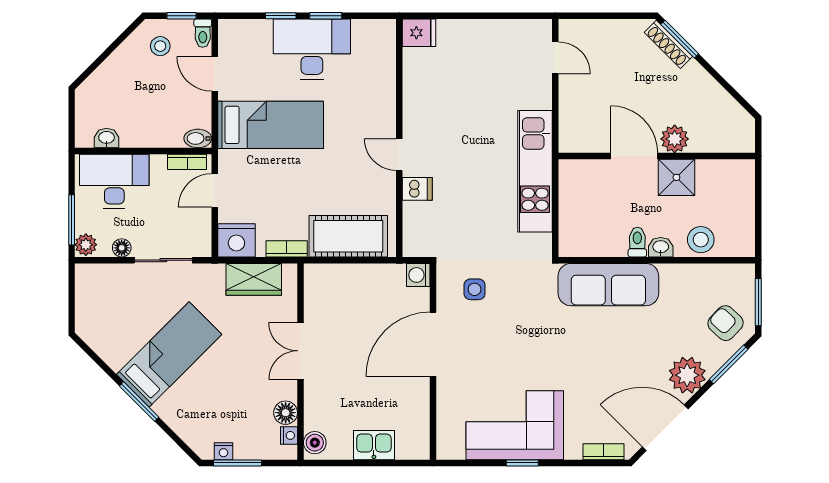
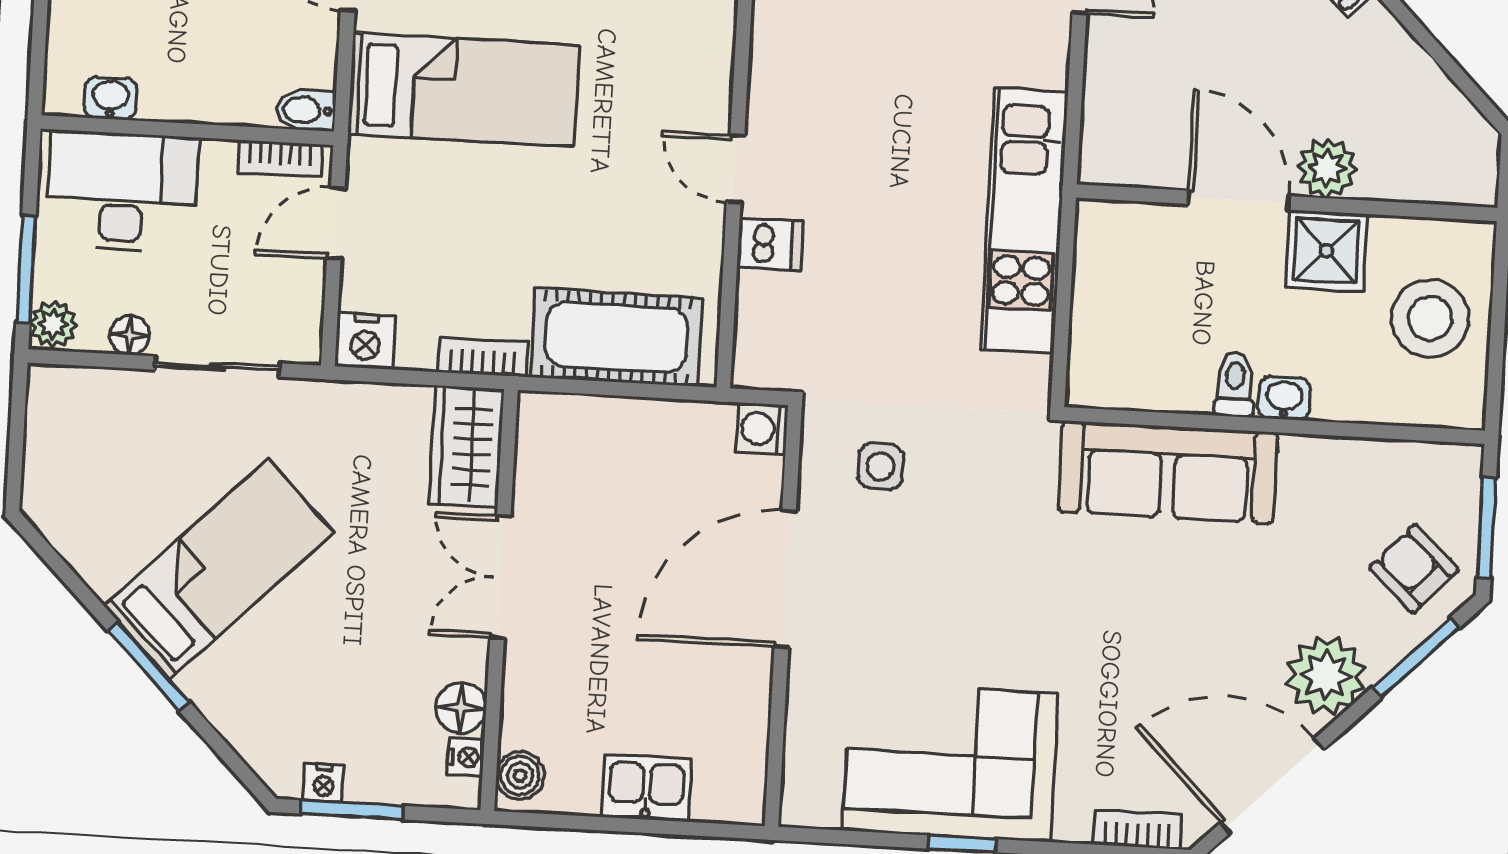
nightstand: (236, 240) -> (365, 341), width x0.74, depth x0.75
stool: (701, 240) -> (1430, 318), moved, width x1.38, depth x1.38
wardrobe: (254, 279) -> (466, 447), moved, turned 90

